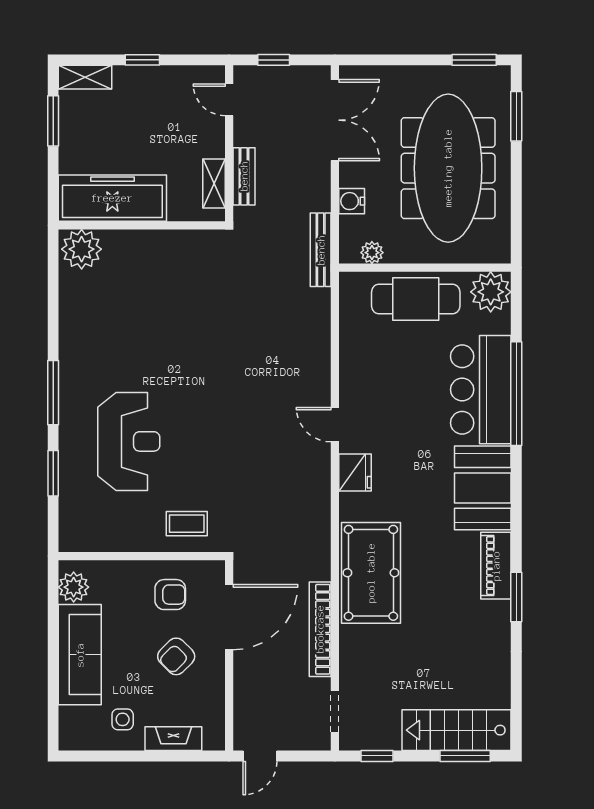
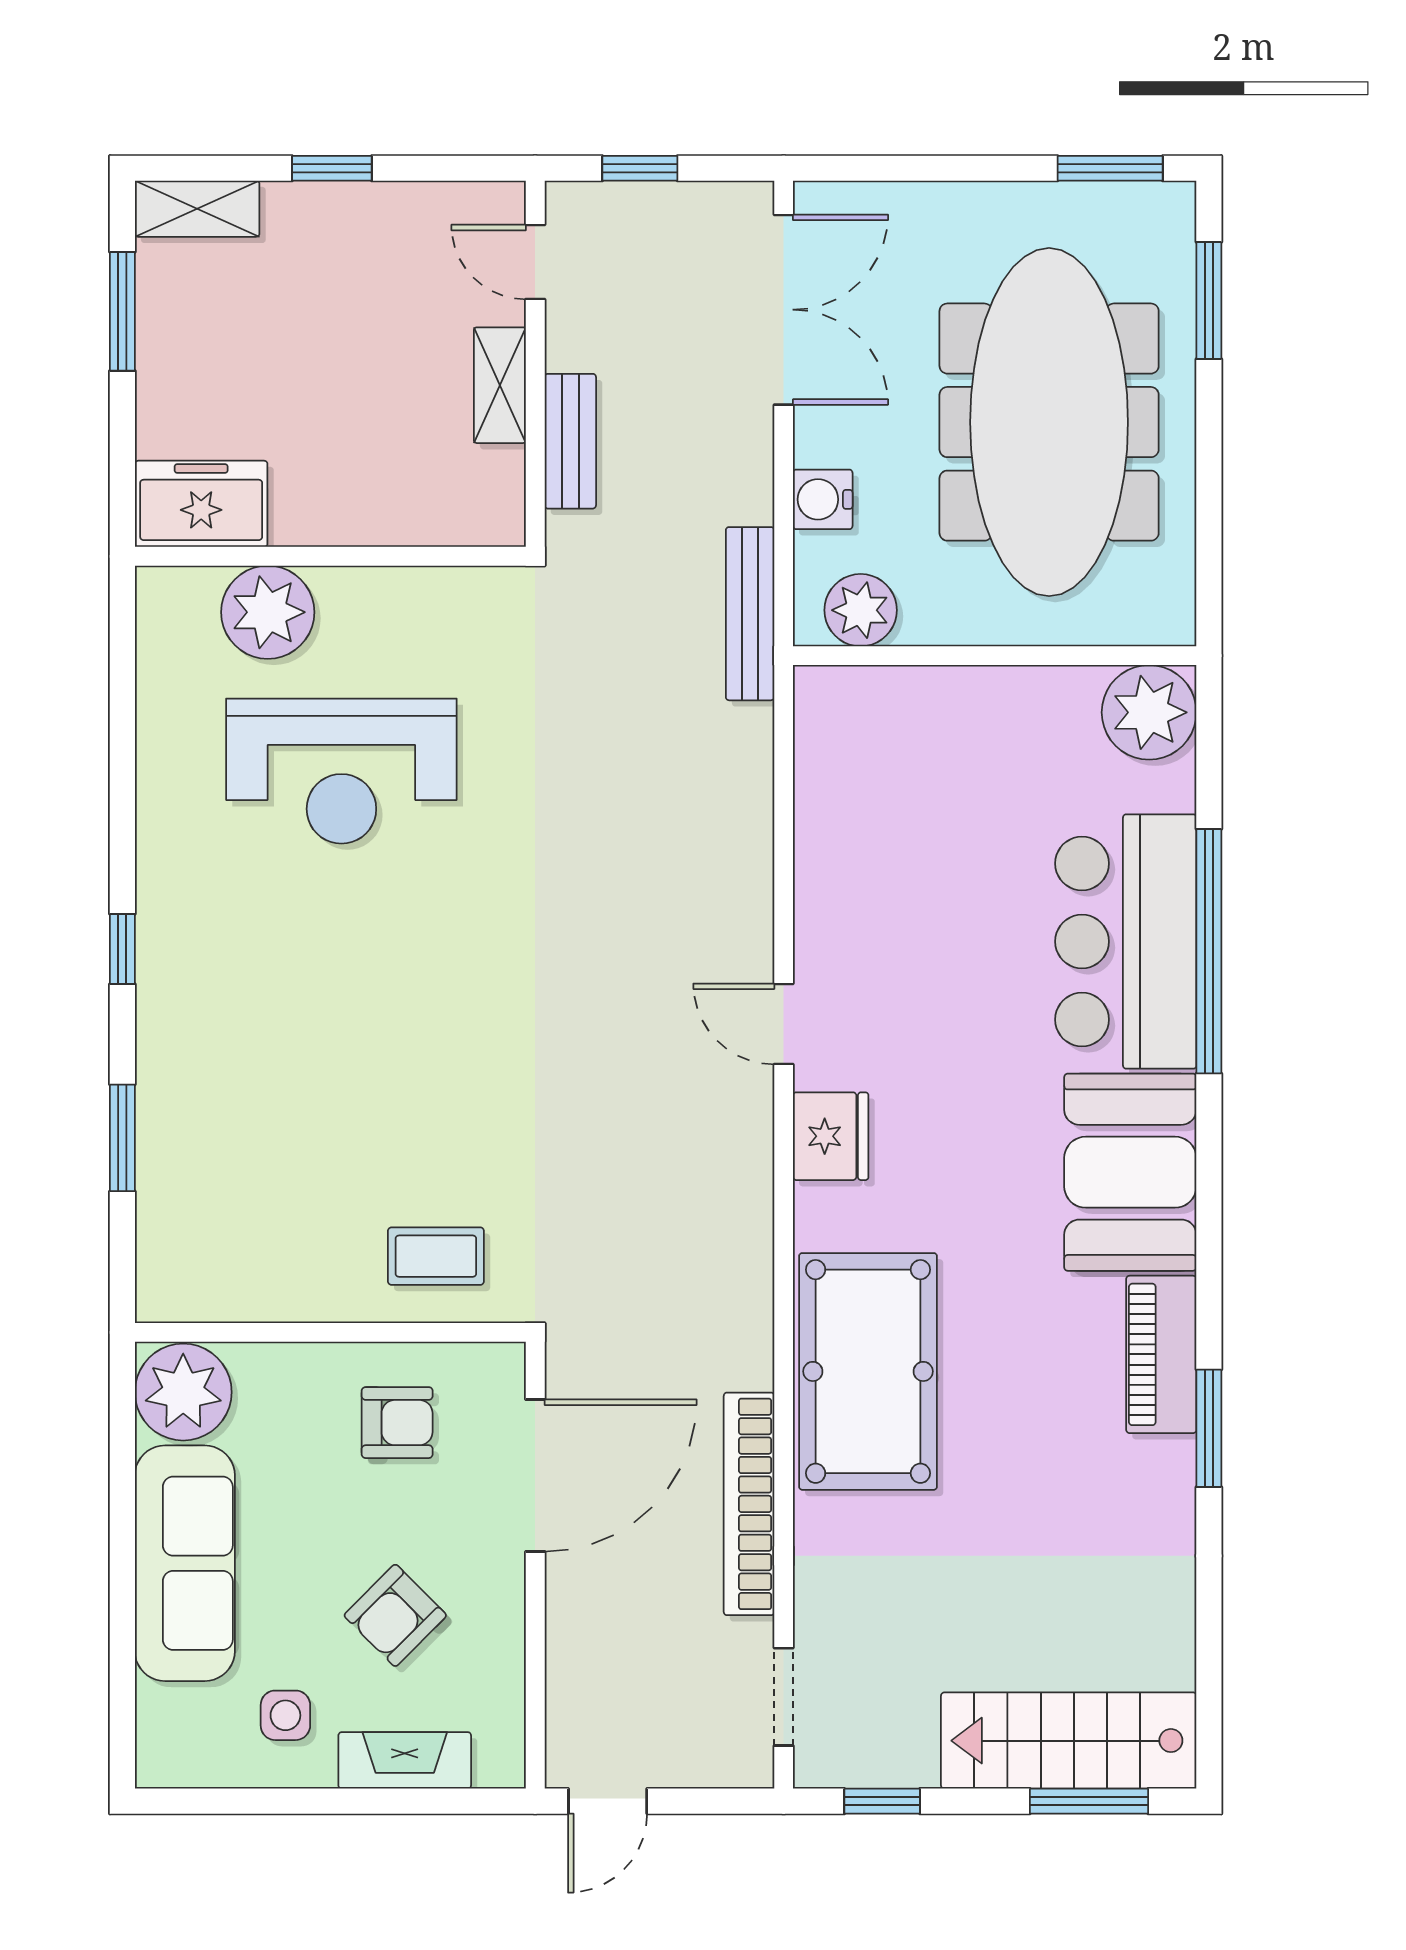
shelving: (214, 184) -> (500, 385), moved
freezer: (112, 198) -> (201, 504), width x0.52, depth x0.79
plant: (82, 249) -> (268, 612), moved
plant: (372, 253) -> (861, 610), width x1.38, depth x1.38
cafe table: (416, 299) -> (973, 729), removed
window: (53, 393) -> (122, 949), width x0.46
reception desk: (129, 441) -> (341, 771), moved, turned 90
plant: (74, 587) -> (183, 1392), width x1.36, depth x1.36
armchair: (176, 656) -> (395, 1615), moved

